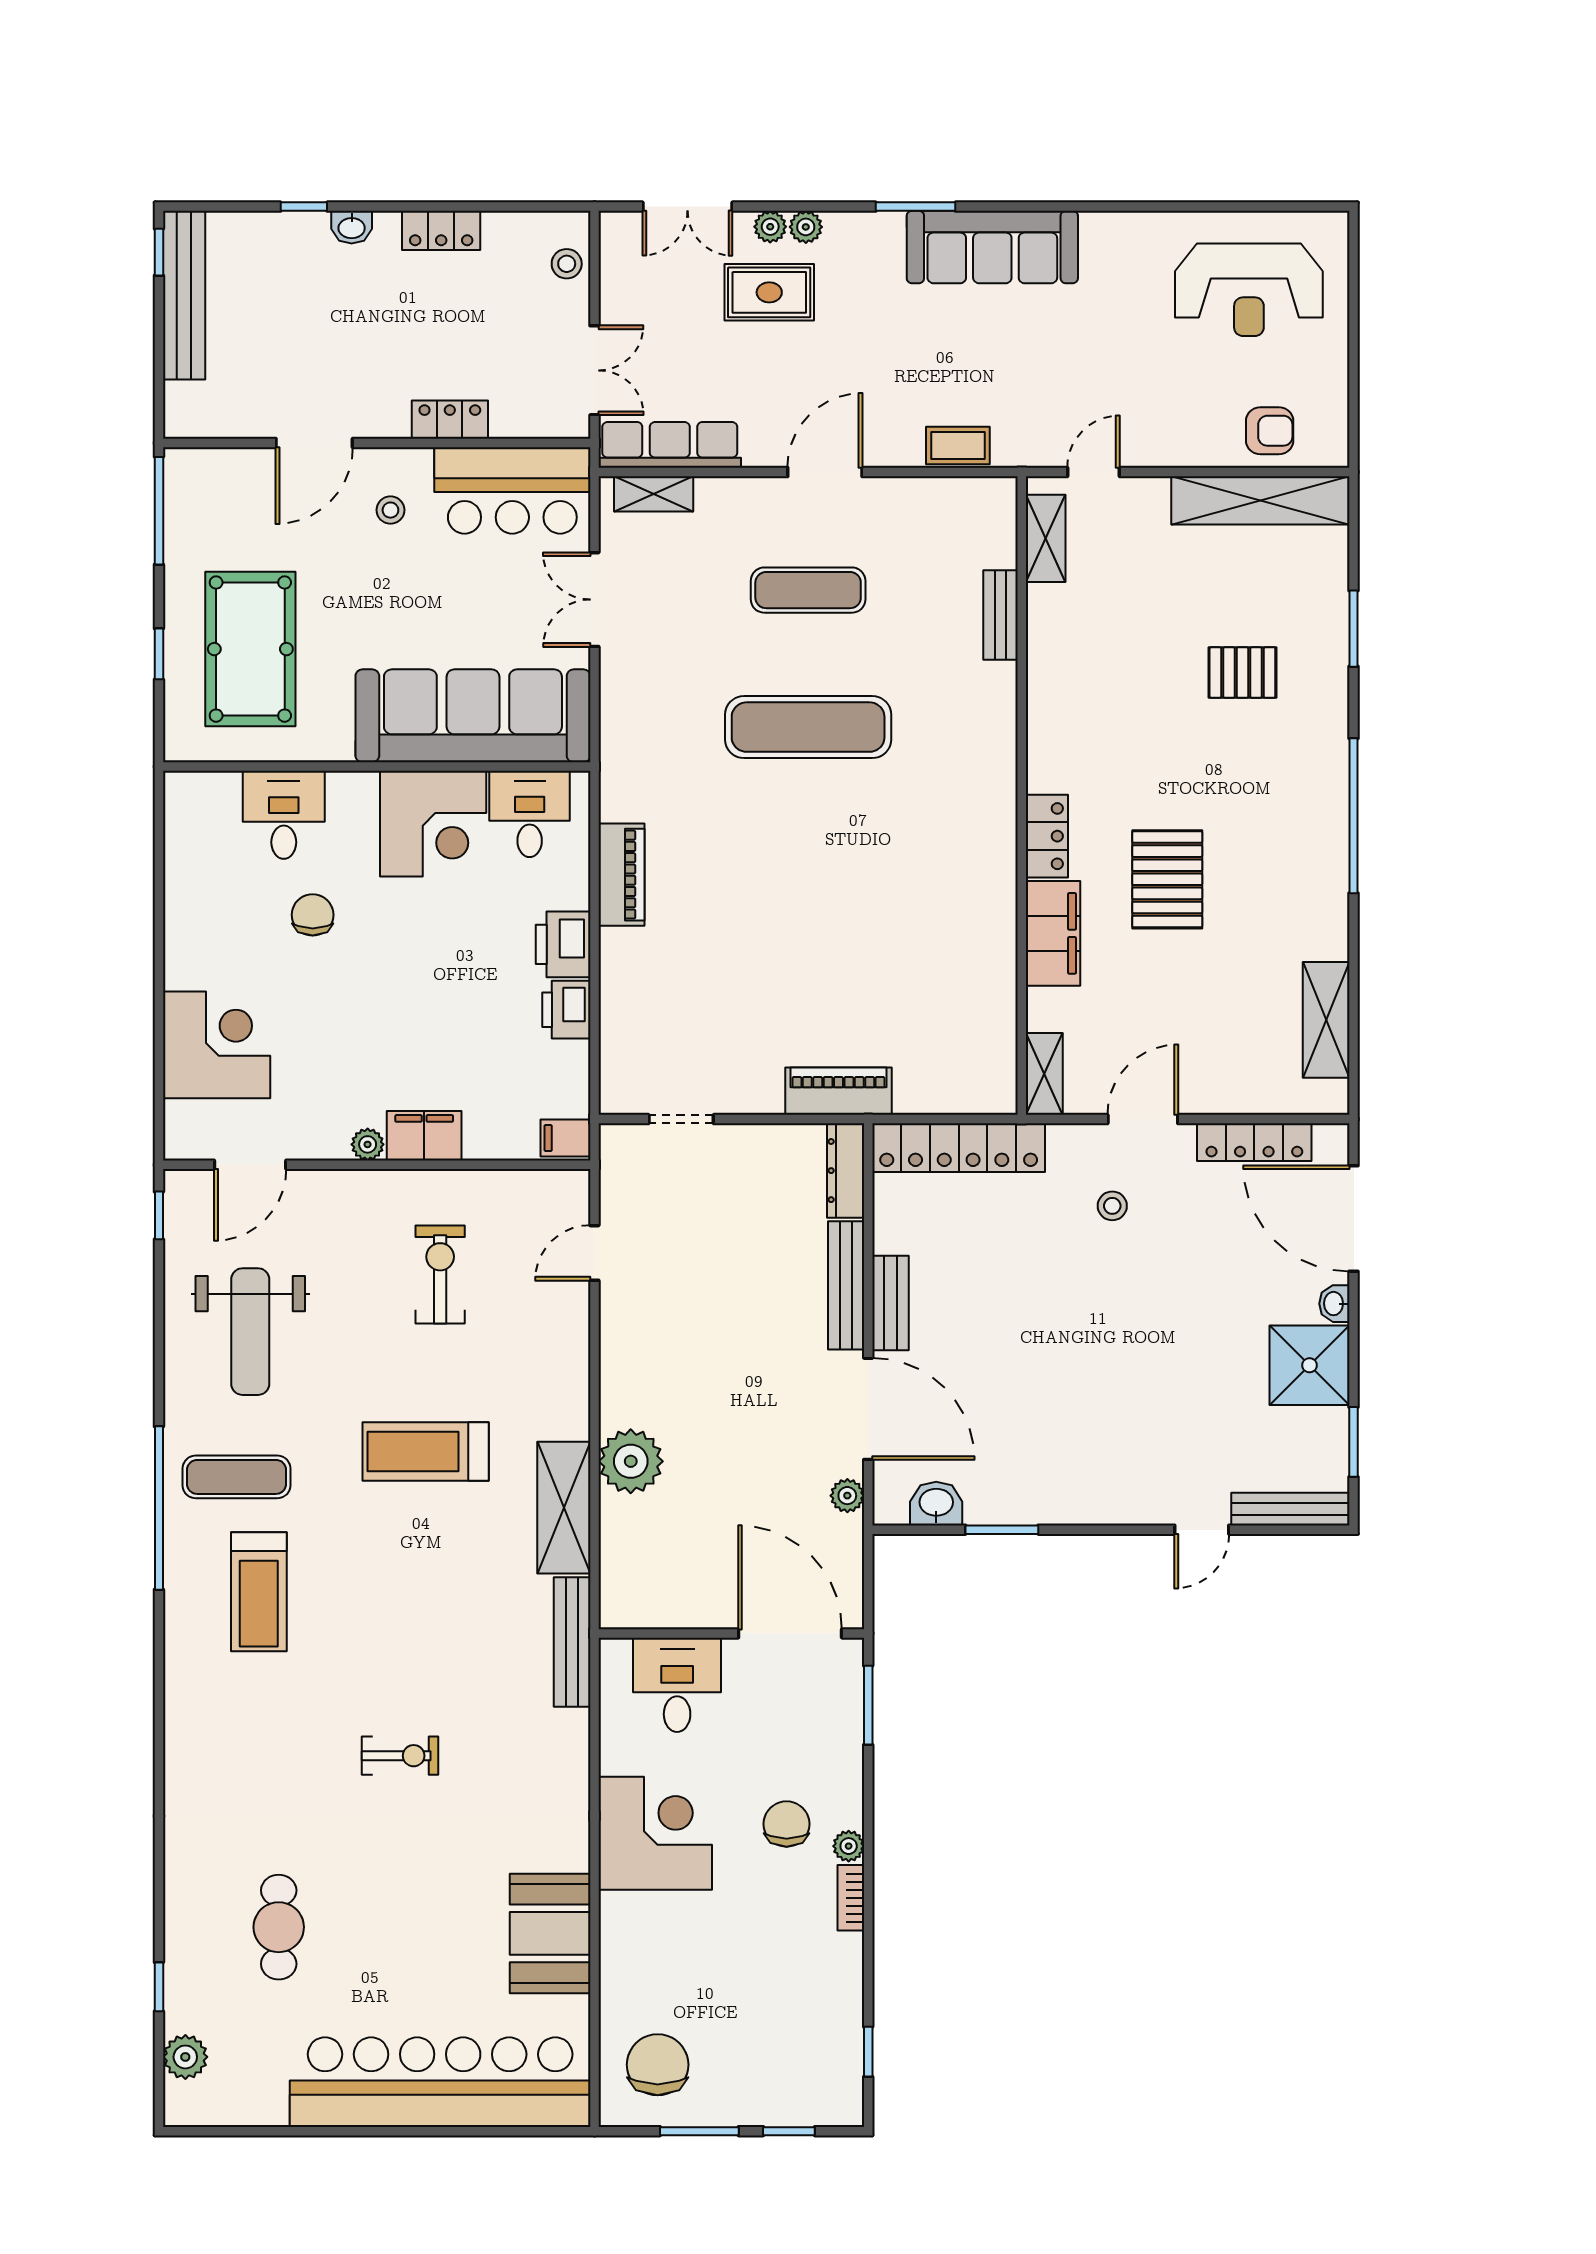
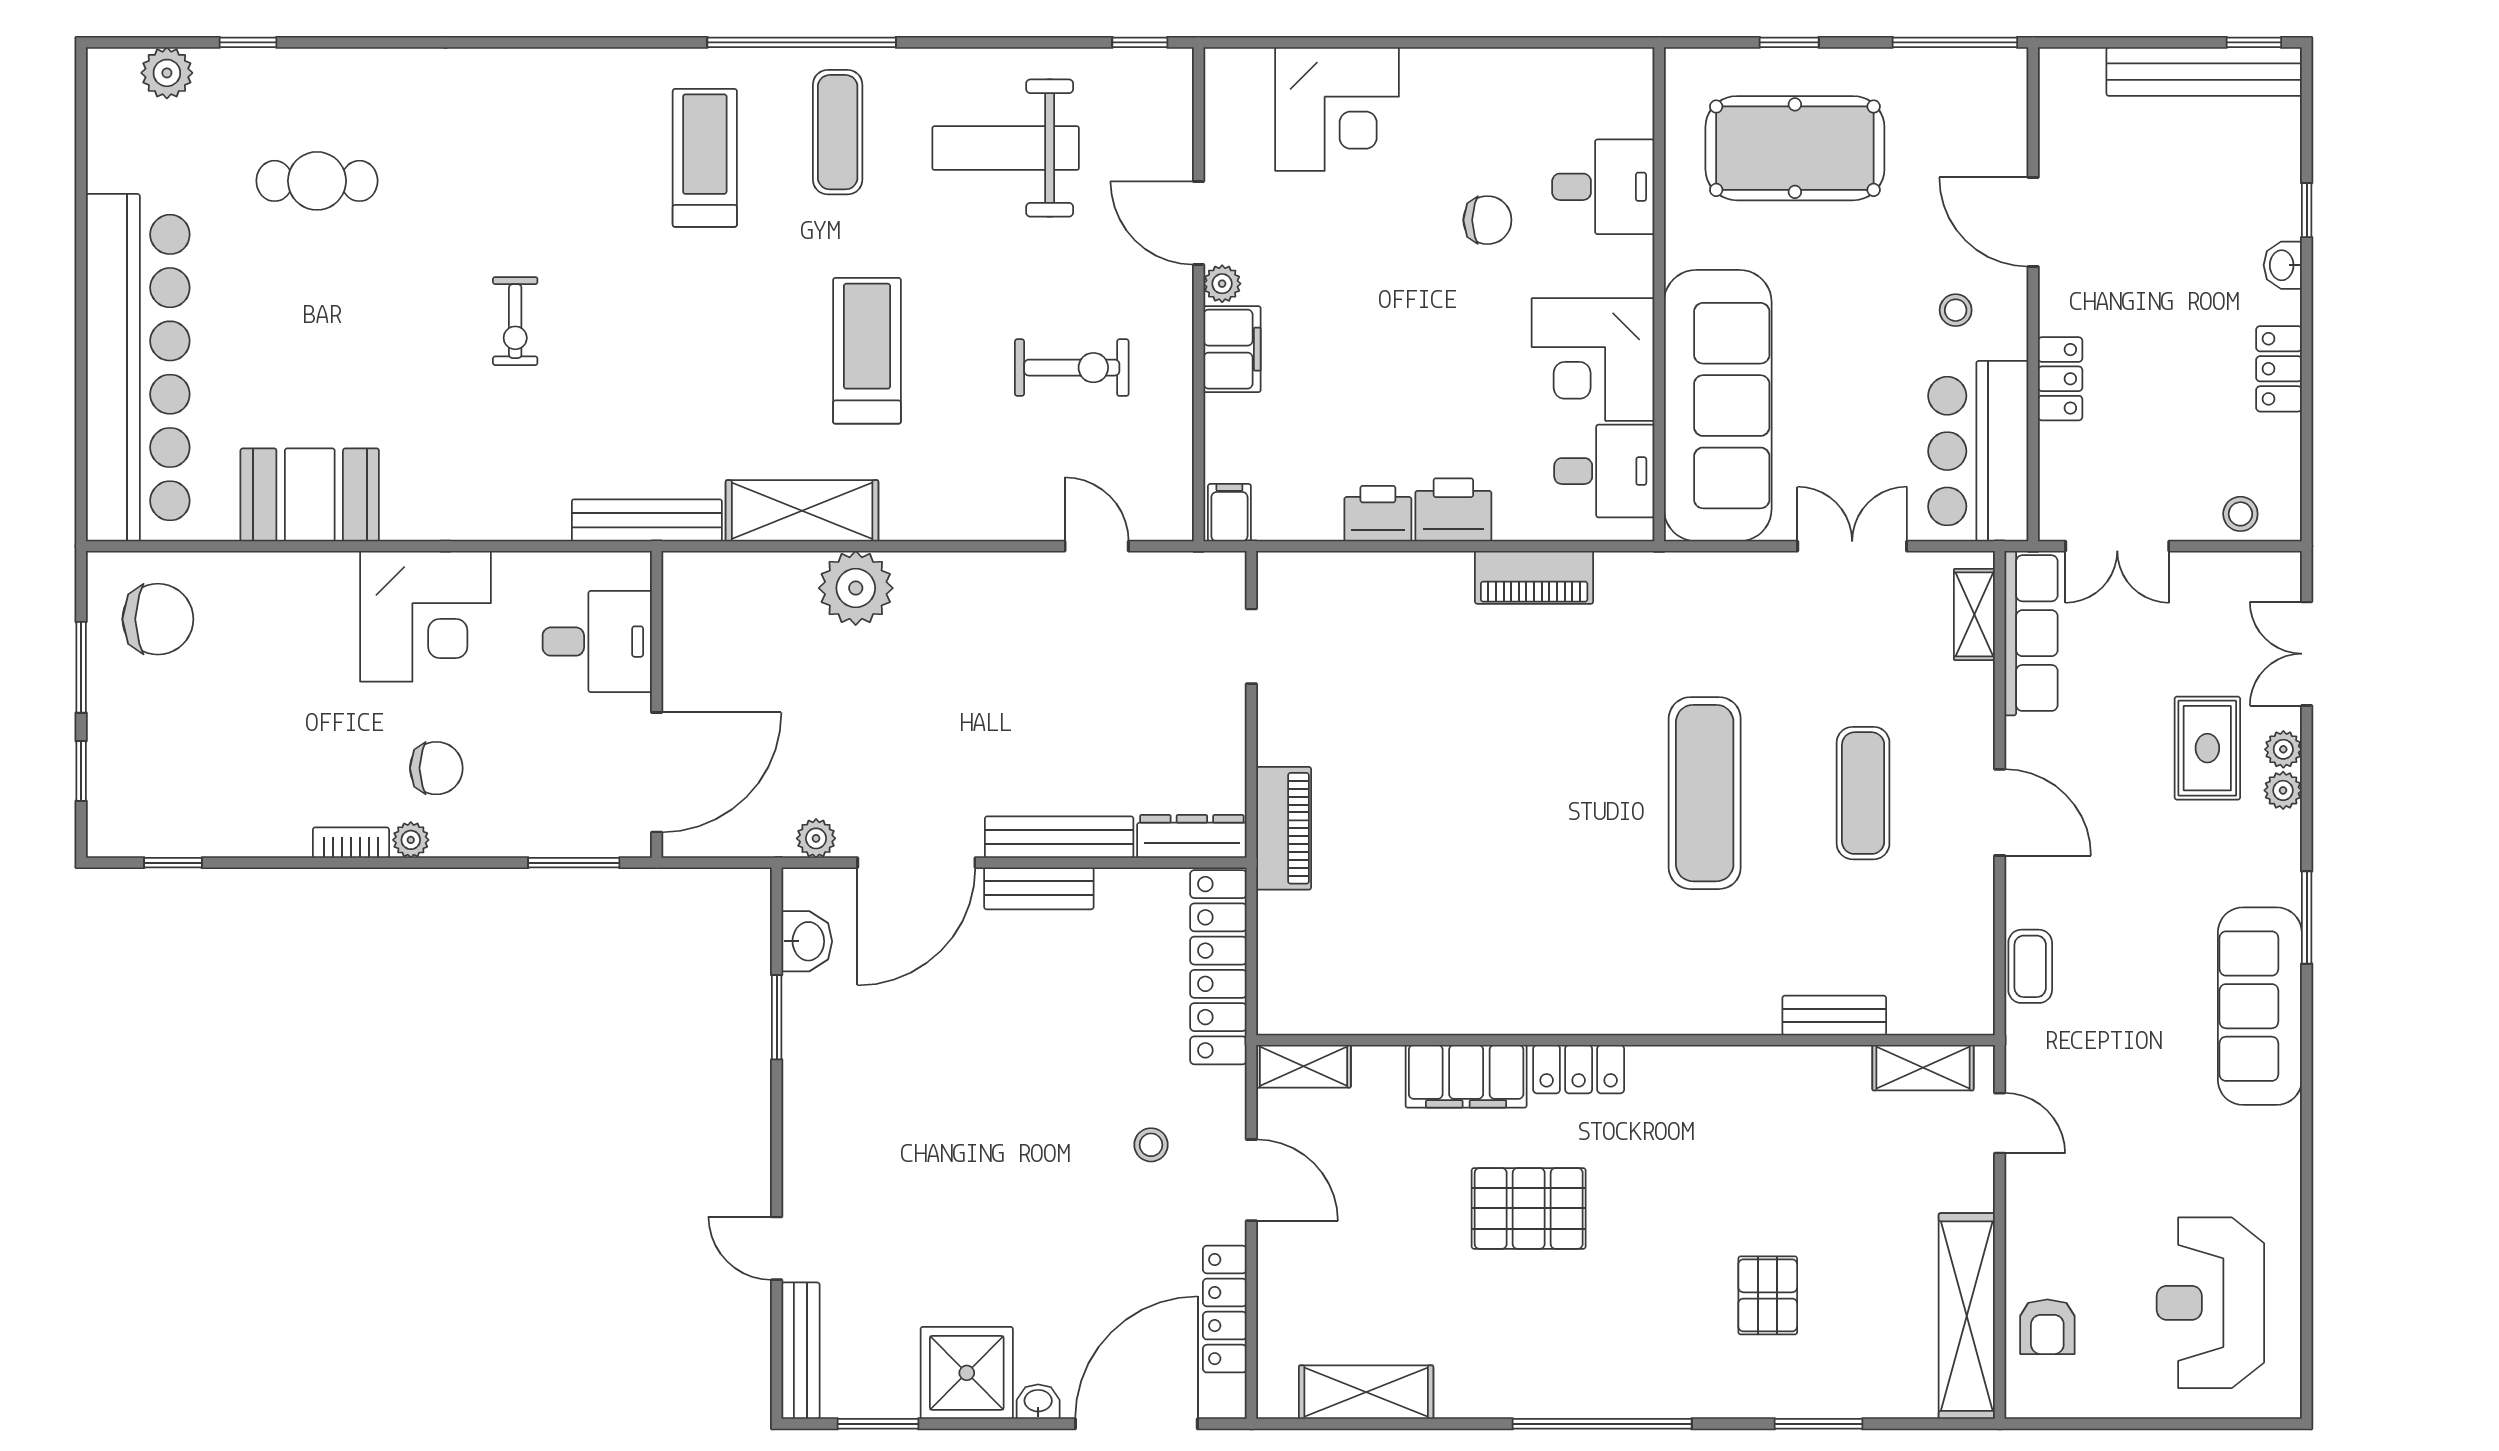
door: (250, 1165) -> (1199, 223), moved
treadmill: (259, 1592) -> (705, 158), turned 90

